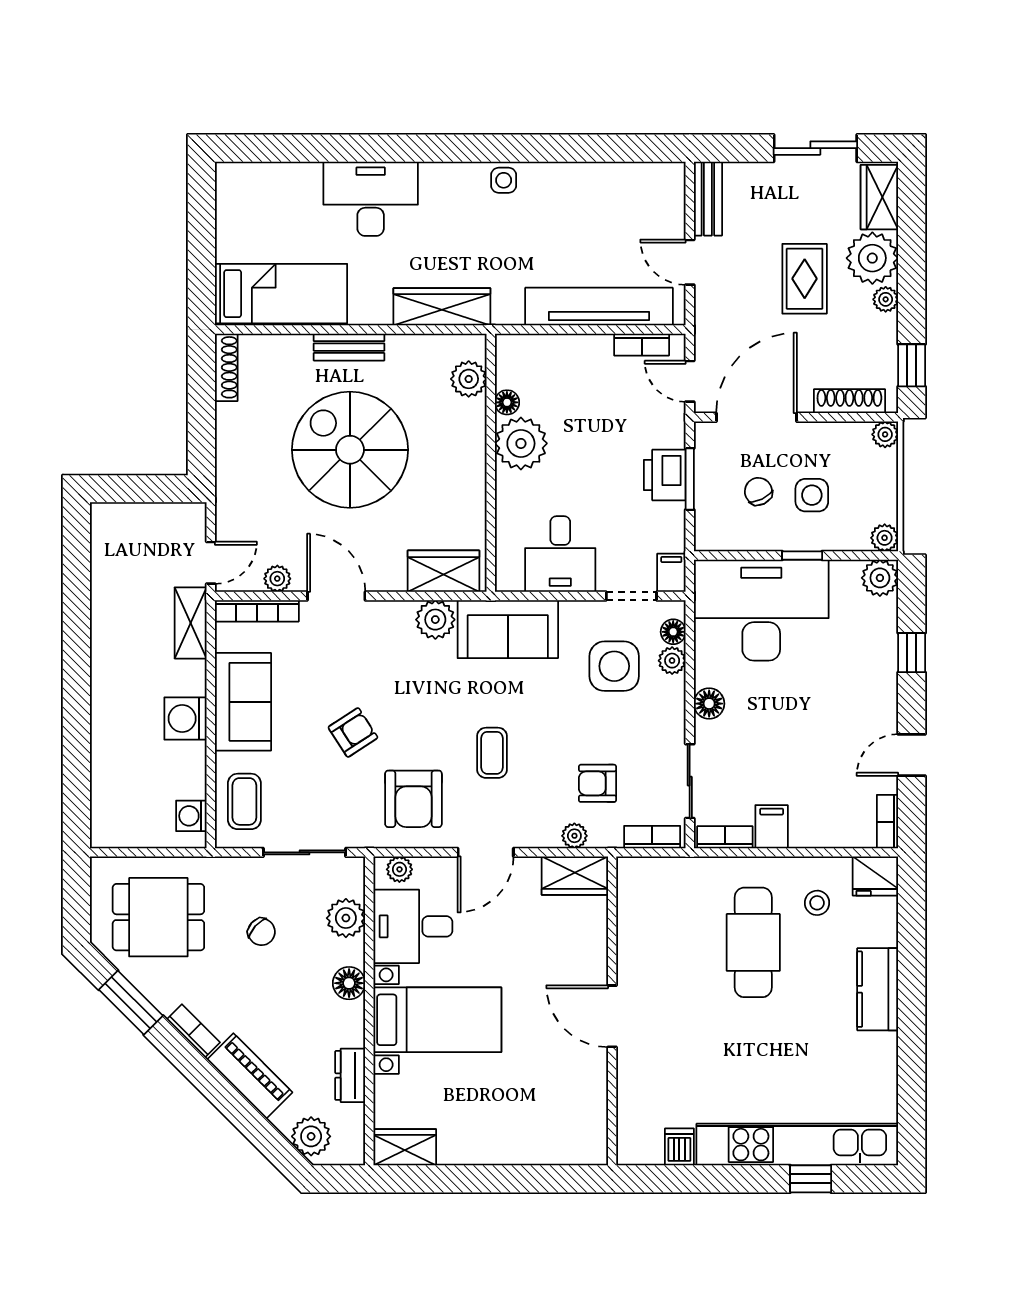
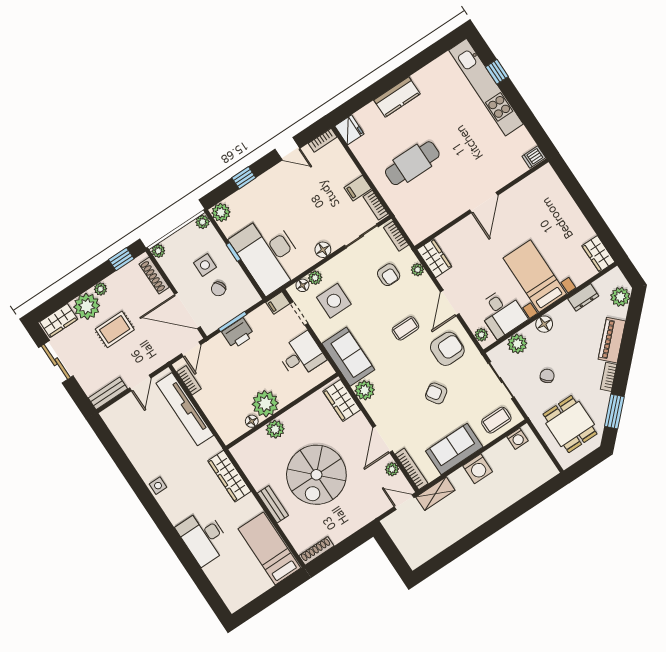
plant: (469, 379) -> (275, 429), moved
door: (486, 852) -> (450, 303), swing flipped
stool: (817, 903) -> (377, 147), removed
dishwasher: (679, 1147) -> (534, 157), moved

